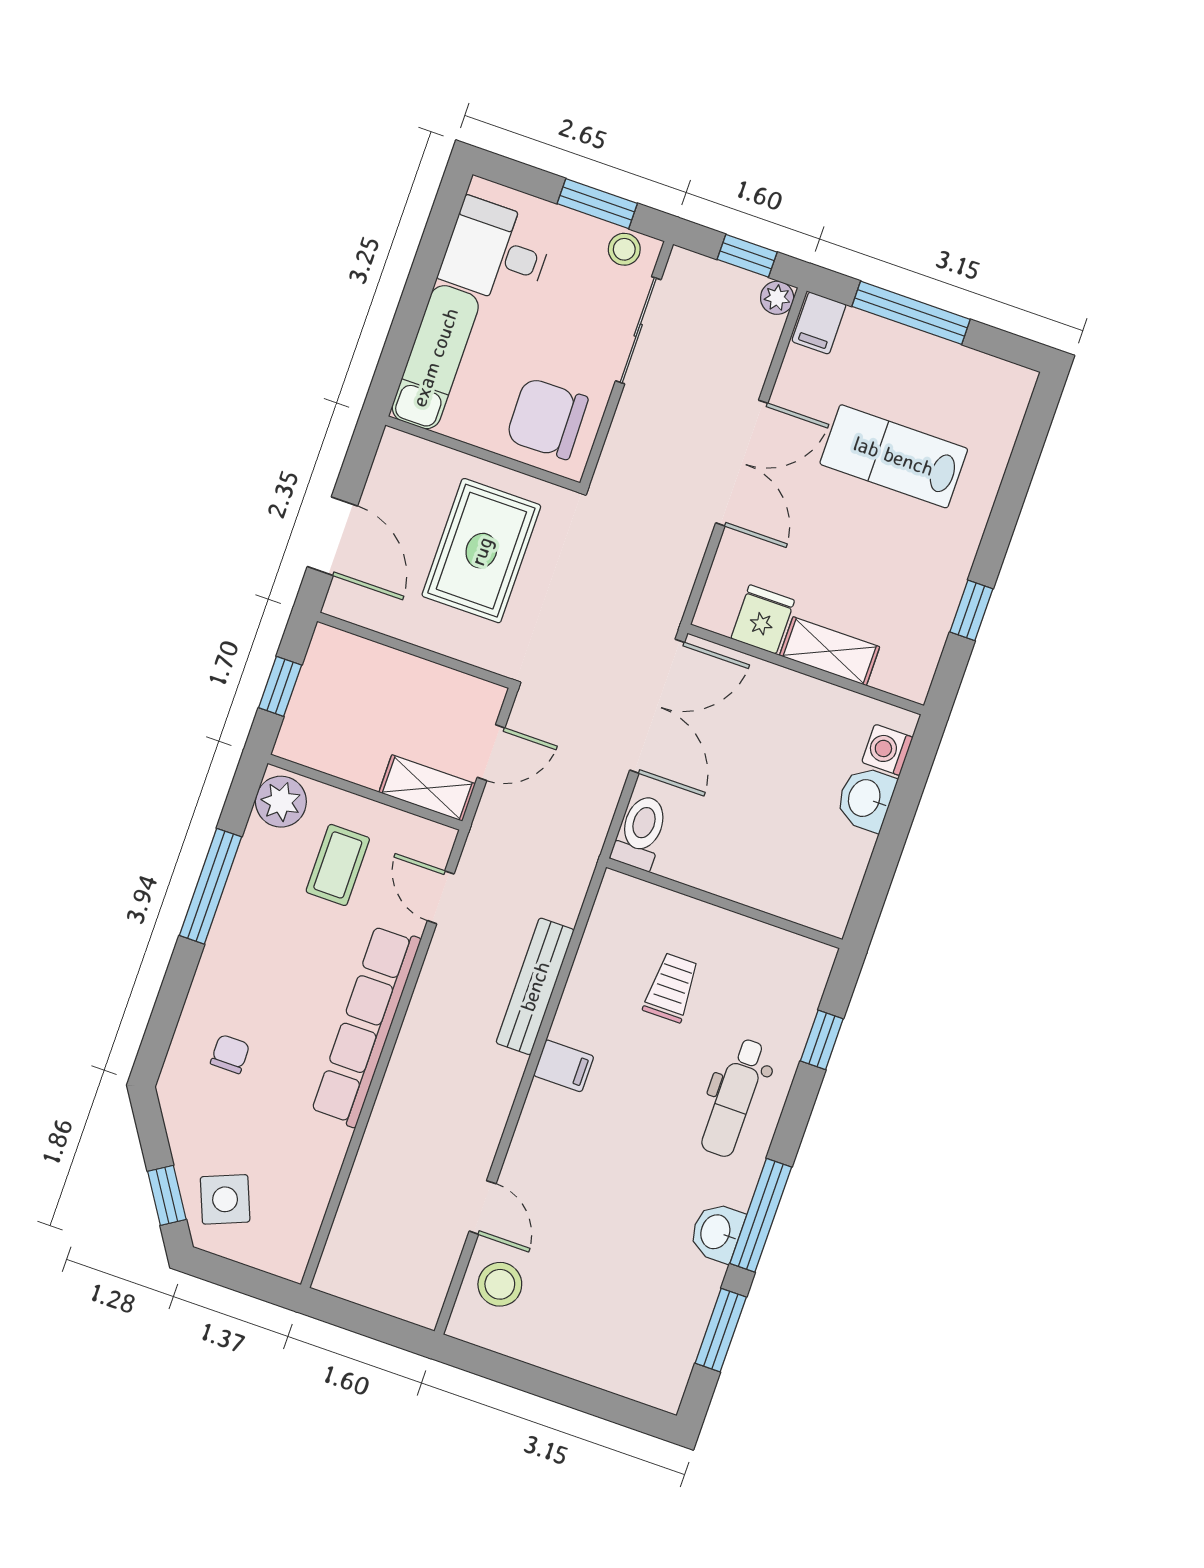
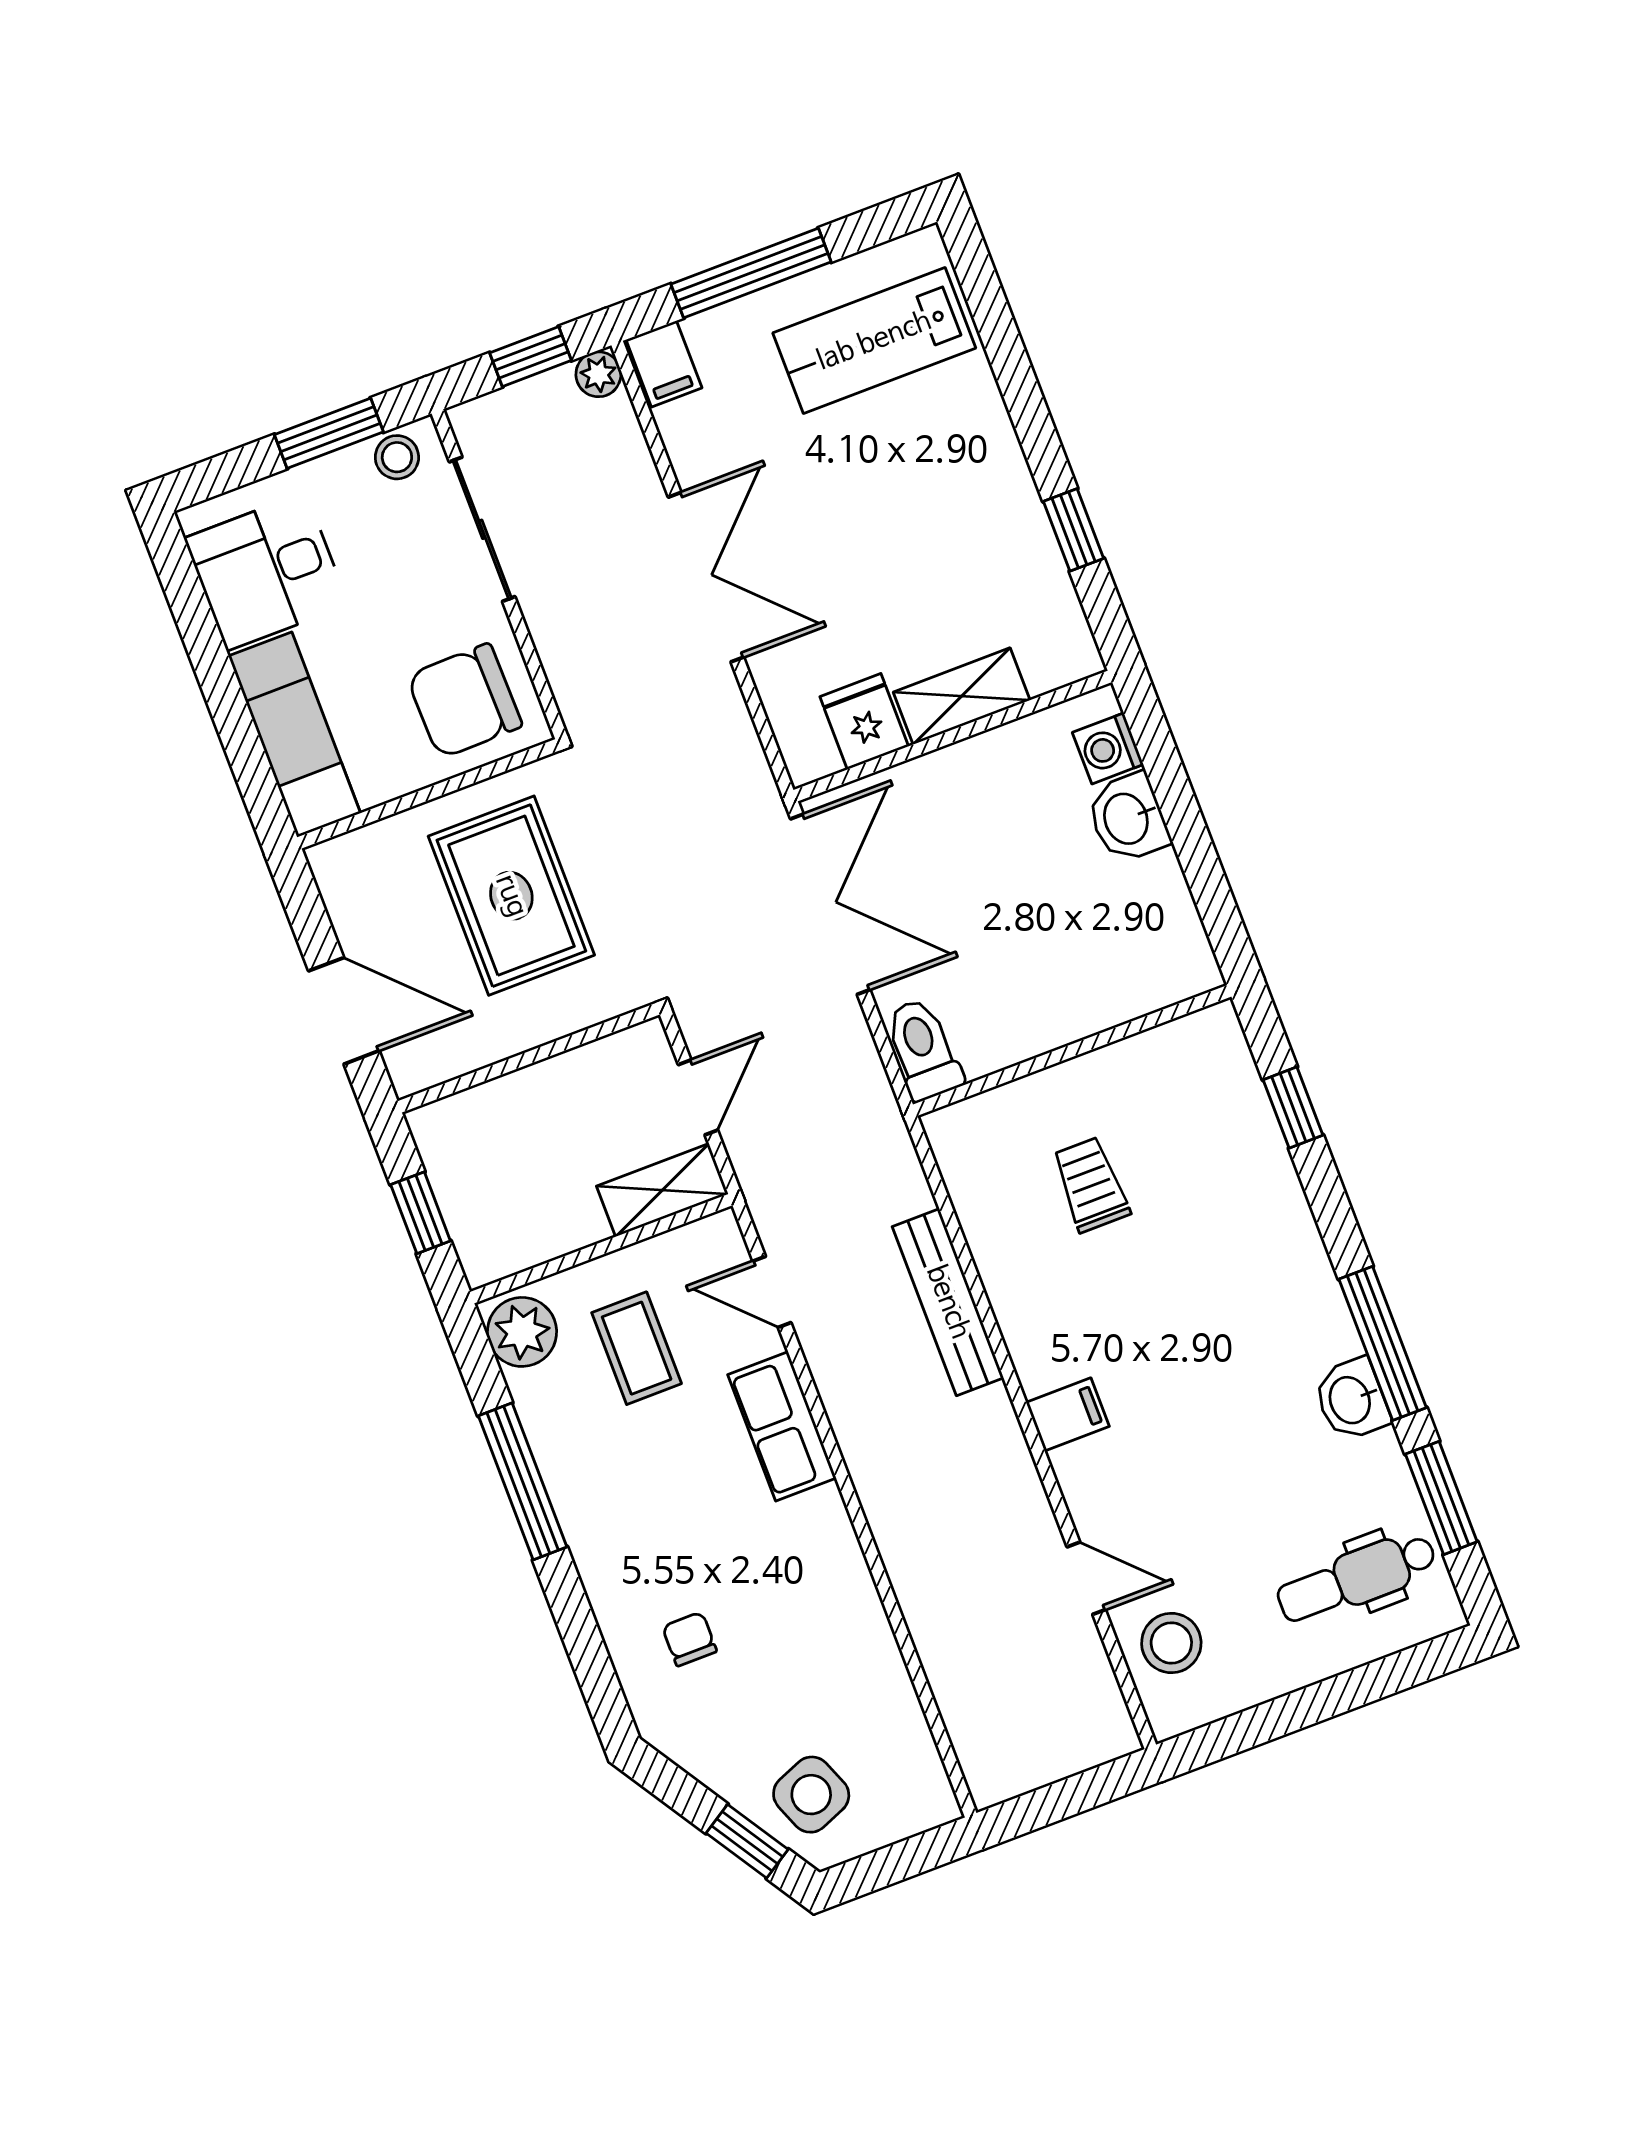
lab bench: (894, 456) -> (874, 341), moved
row of seats: (366, 1026) -> (782, 1426), width x0.50
filing cabinet: (564, 1066) -> (1068, 1414), moved
dental chair: (734, 1098) -> (1357, 1578), moved, turned 90

